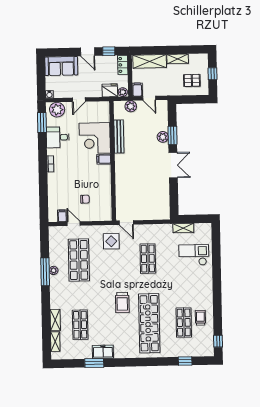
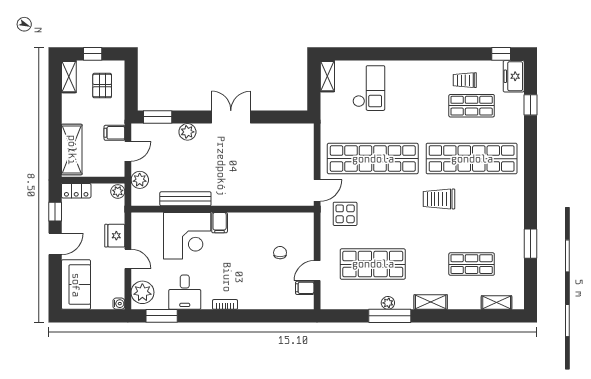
shelving: (178, 59) -> (69, 77), moved
fridge: (110, 90) -> (115, 236), moved
filing cabinet: (137, 90) -> (114, 133), moved
window: (172, 135) -> (158, 117), moved
shelving: (183, 228) -> (327, 76), moved
checkout: (194, 255) -> (369, 88), turned 180
shop shelf: (148, 259) -> (373, 159), width x2.00, depth x1.36
trolley: (122, 303) -> (439, 199), turned 180
shelving: (55, 320) -> (431, 302), moved
freezer: (103, 352) -> (514, 76), moved

